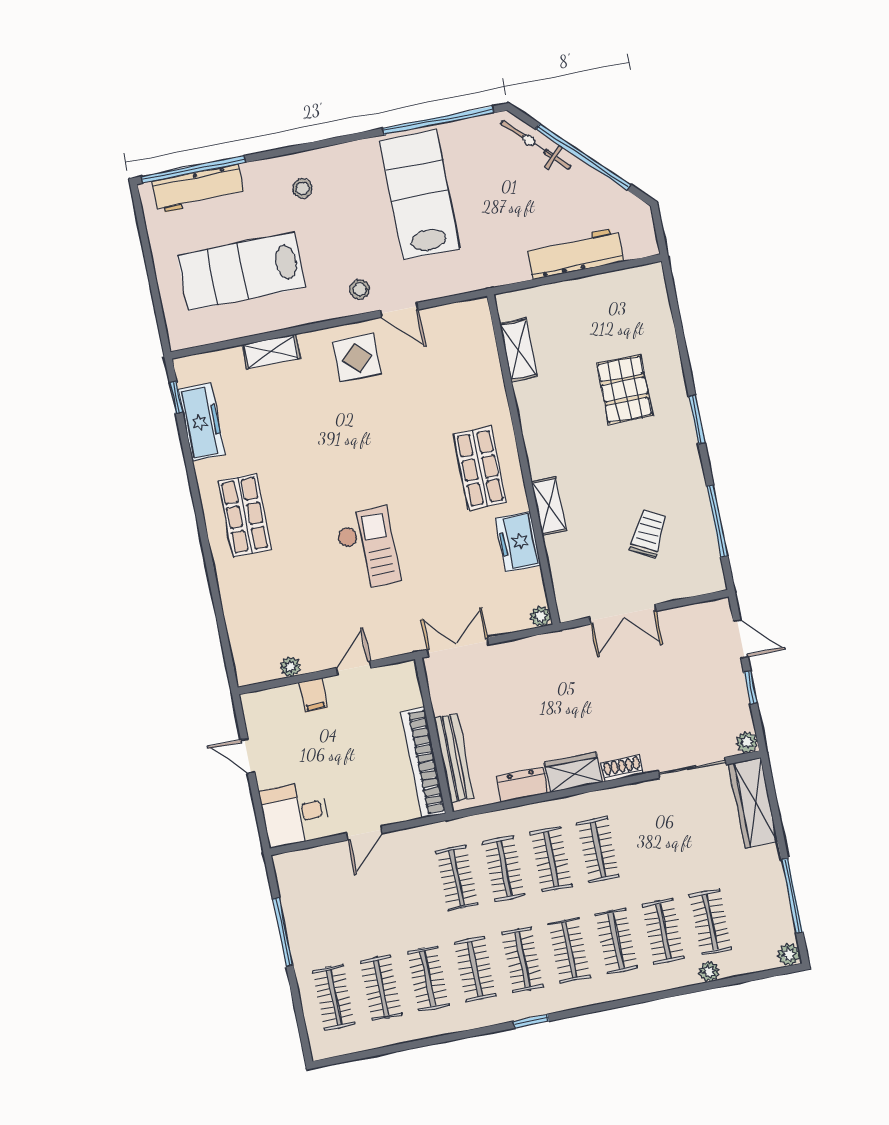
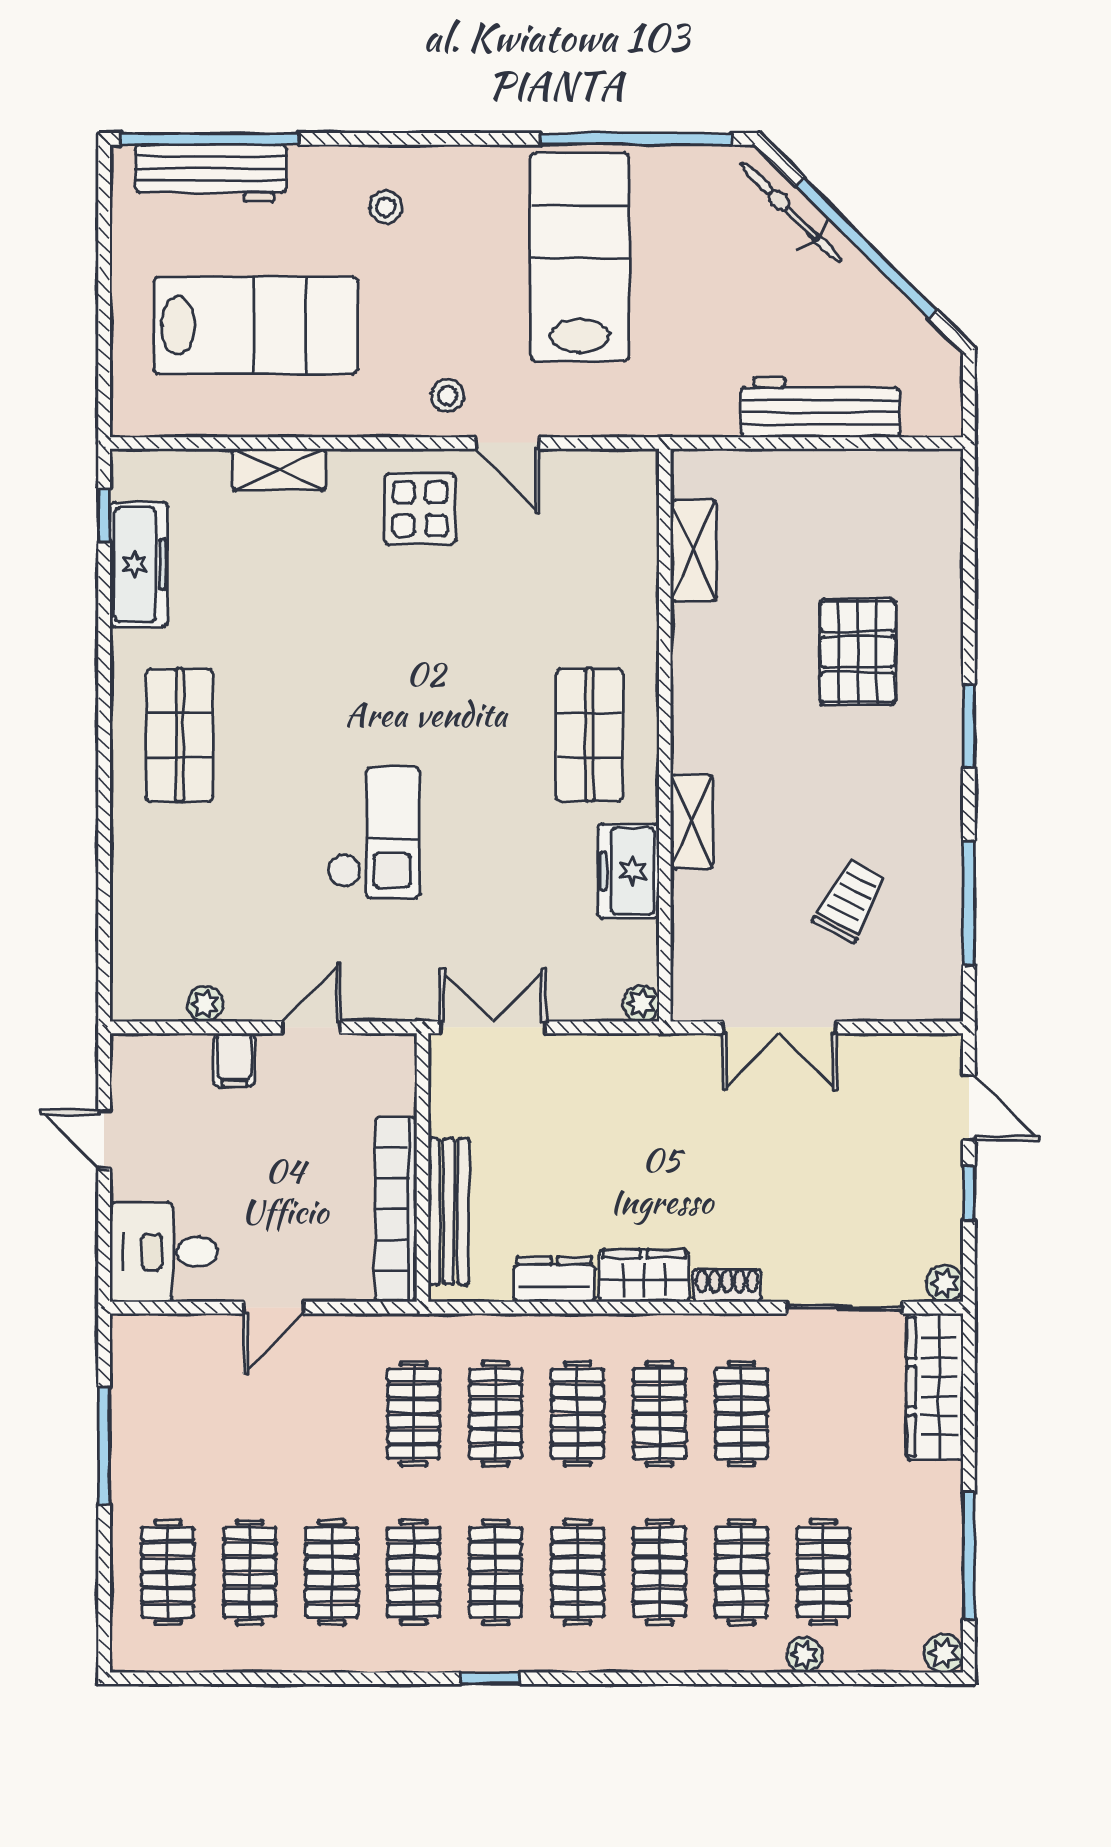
lab bench: (241, 271) -> (256, 325), turned 180
clothes rail: (645, 840) -> (741, 1414), added

